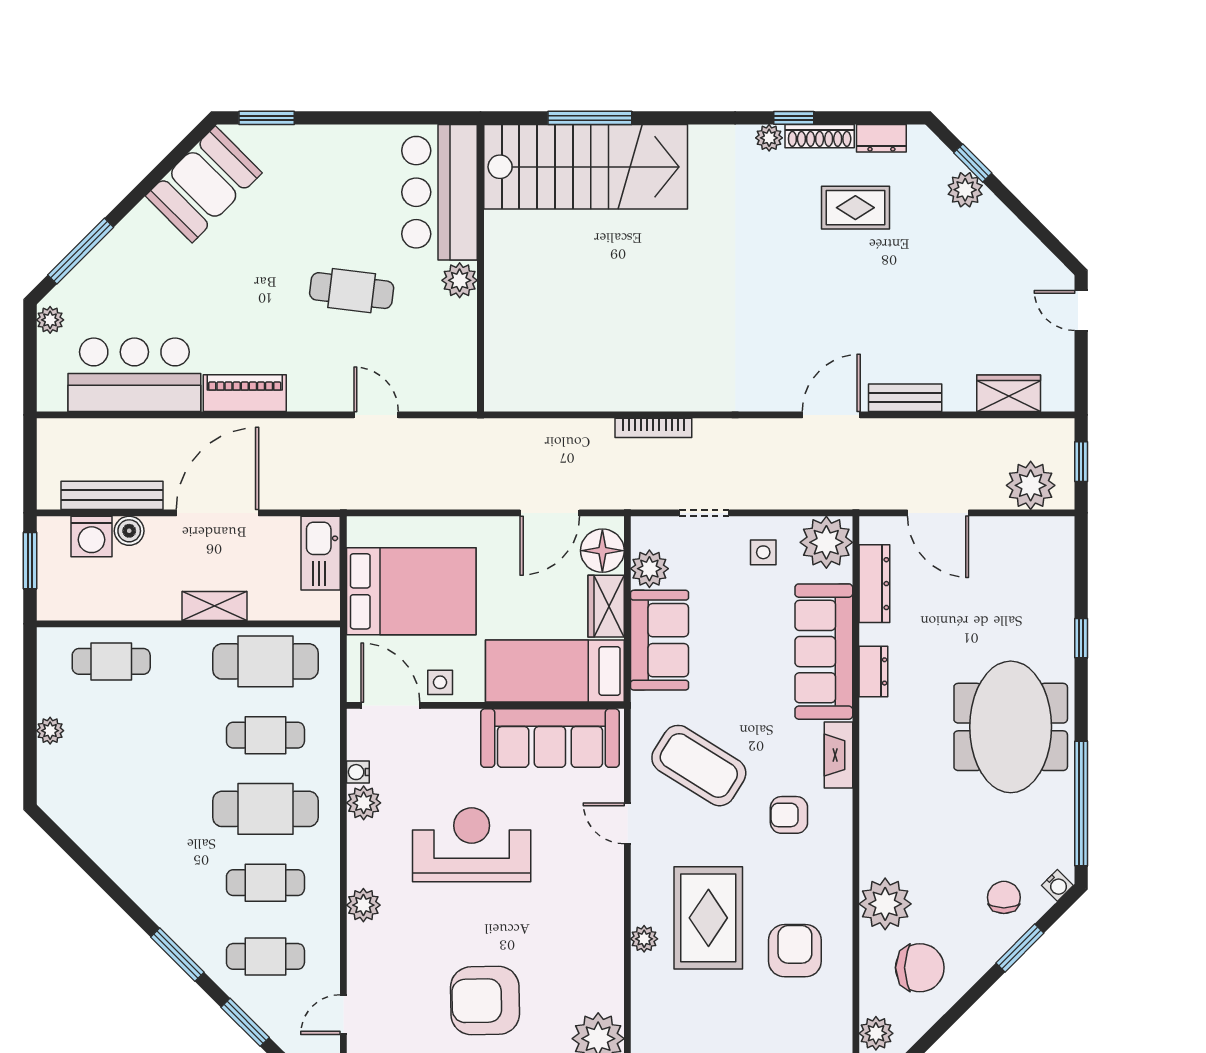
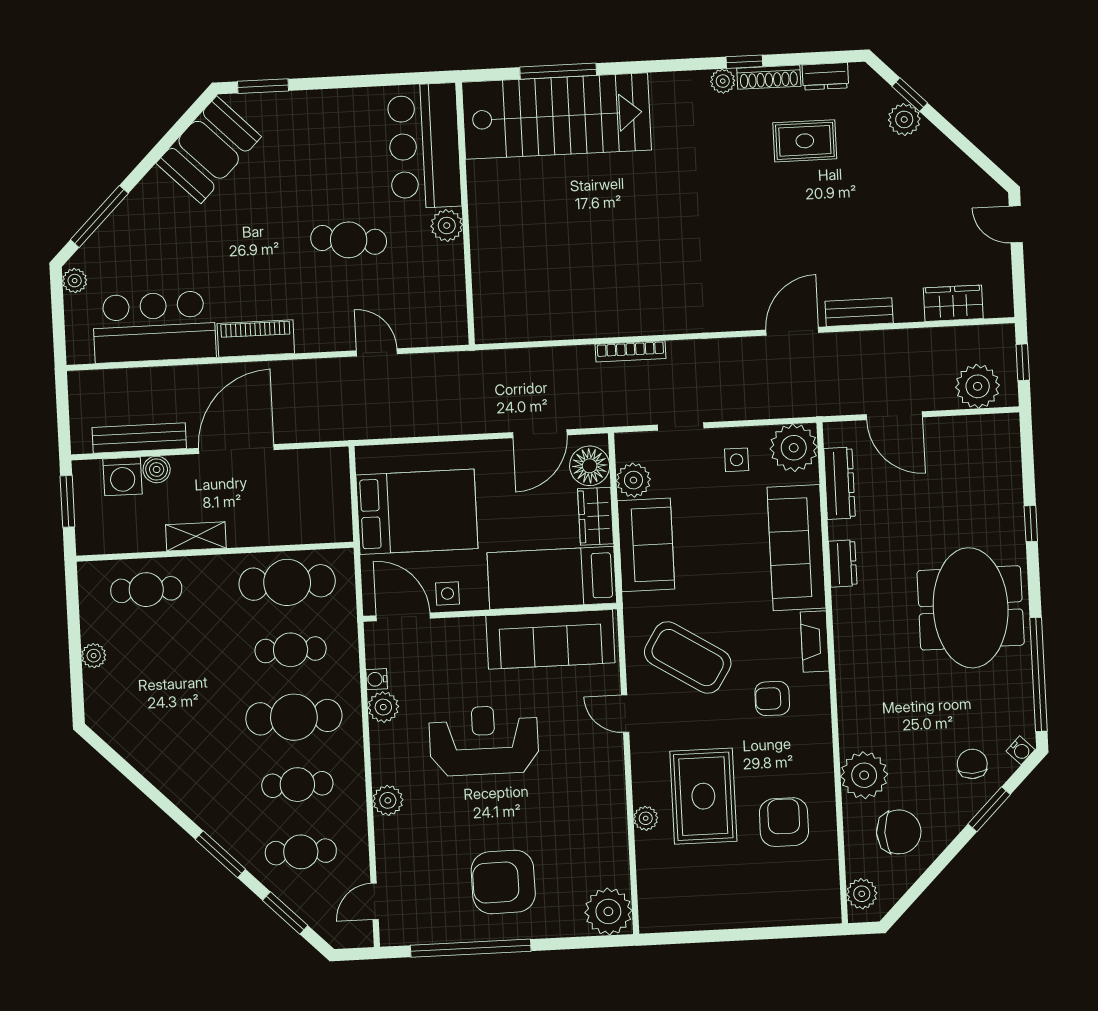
kitchen sink: (321, 553) -> (332, 481), removed
shelving: (215, 606) -> (196, 536), moved

